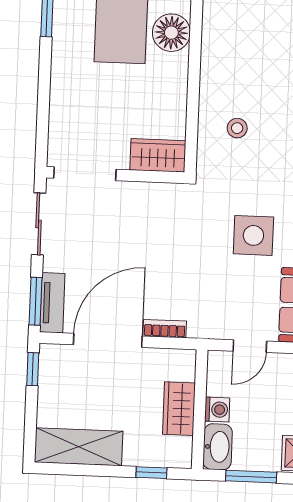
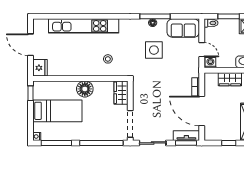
floor lamp: (171, 33) -> (85, 89), moved
window: (43, 105) -> (101, 143), added
window: (33, 369) -> (229, 143), moved
washing machine: (217, 410) -> (210, 63), moved

